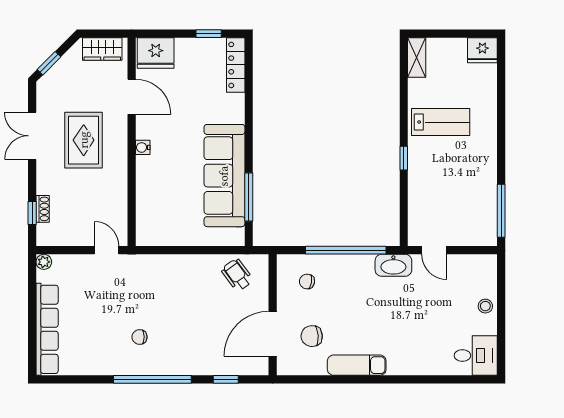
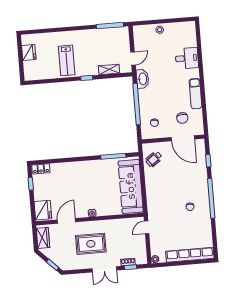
fridge: (482, 50) -> (29, 52), moved
shelving: (417, 57) -> (109, 69), moved
locker: (236, 65) -> (41, 169), width x0.66
lab bench: (441, 122) -> (67, 60), turned 180
double door: (32, 136) -> (104, 269), moved
sofa: (224, 176) -> (131, 186), moved, turned 90
desk: (476, 355) -> (187, 58), moved, turned 90

